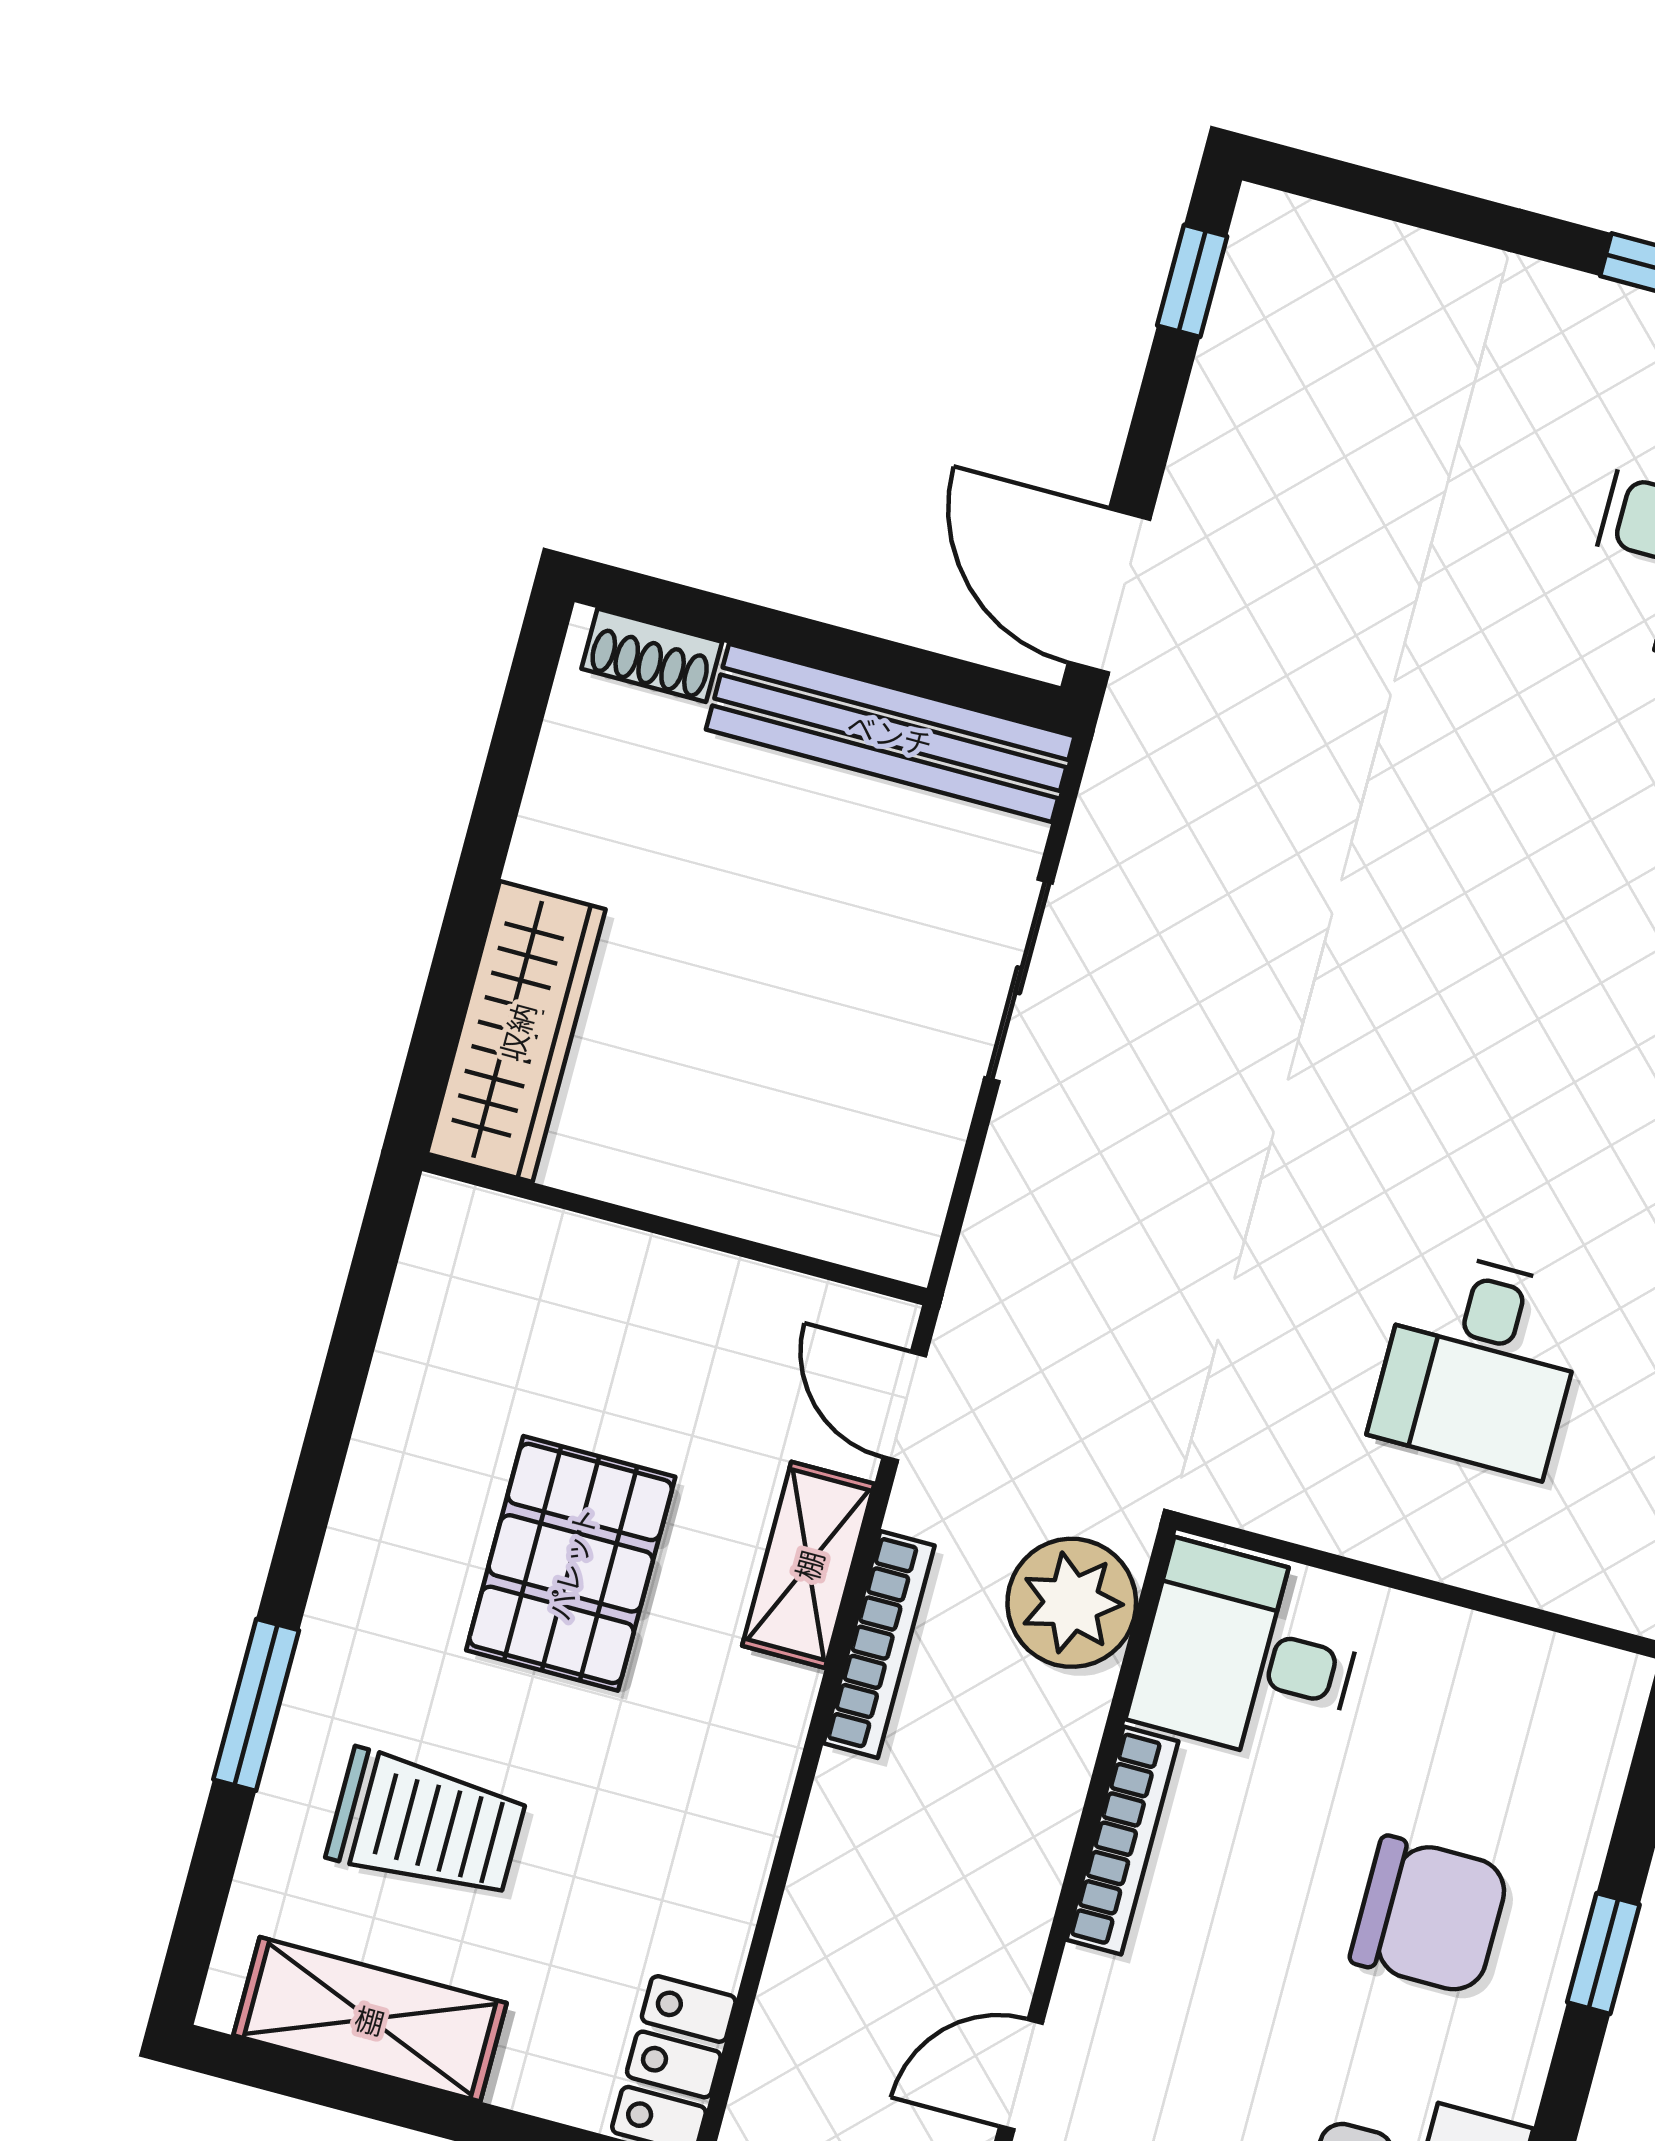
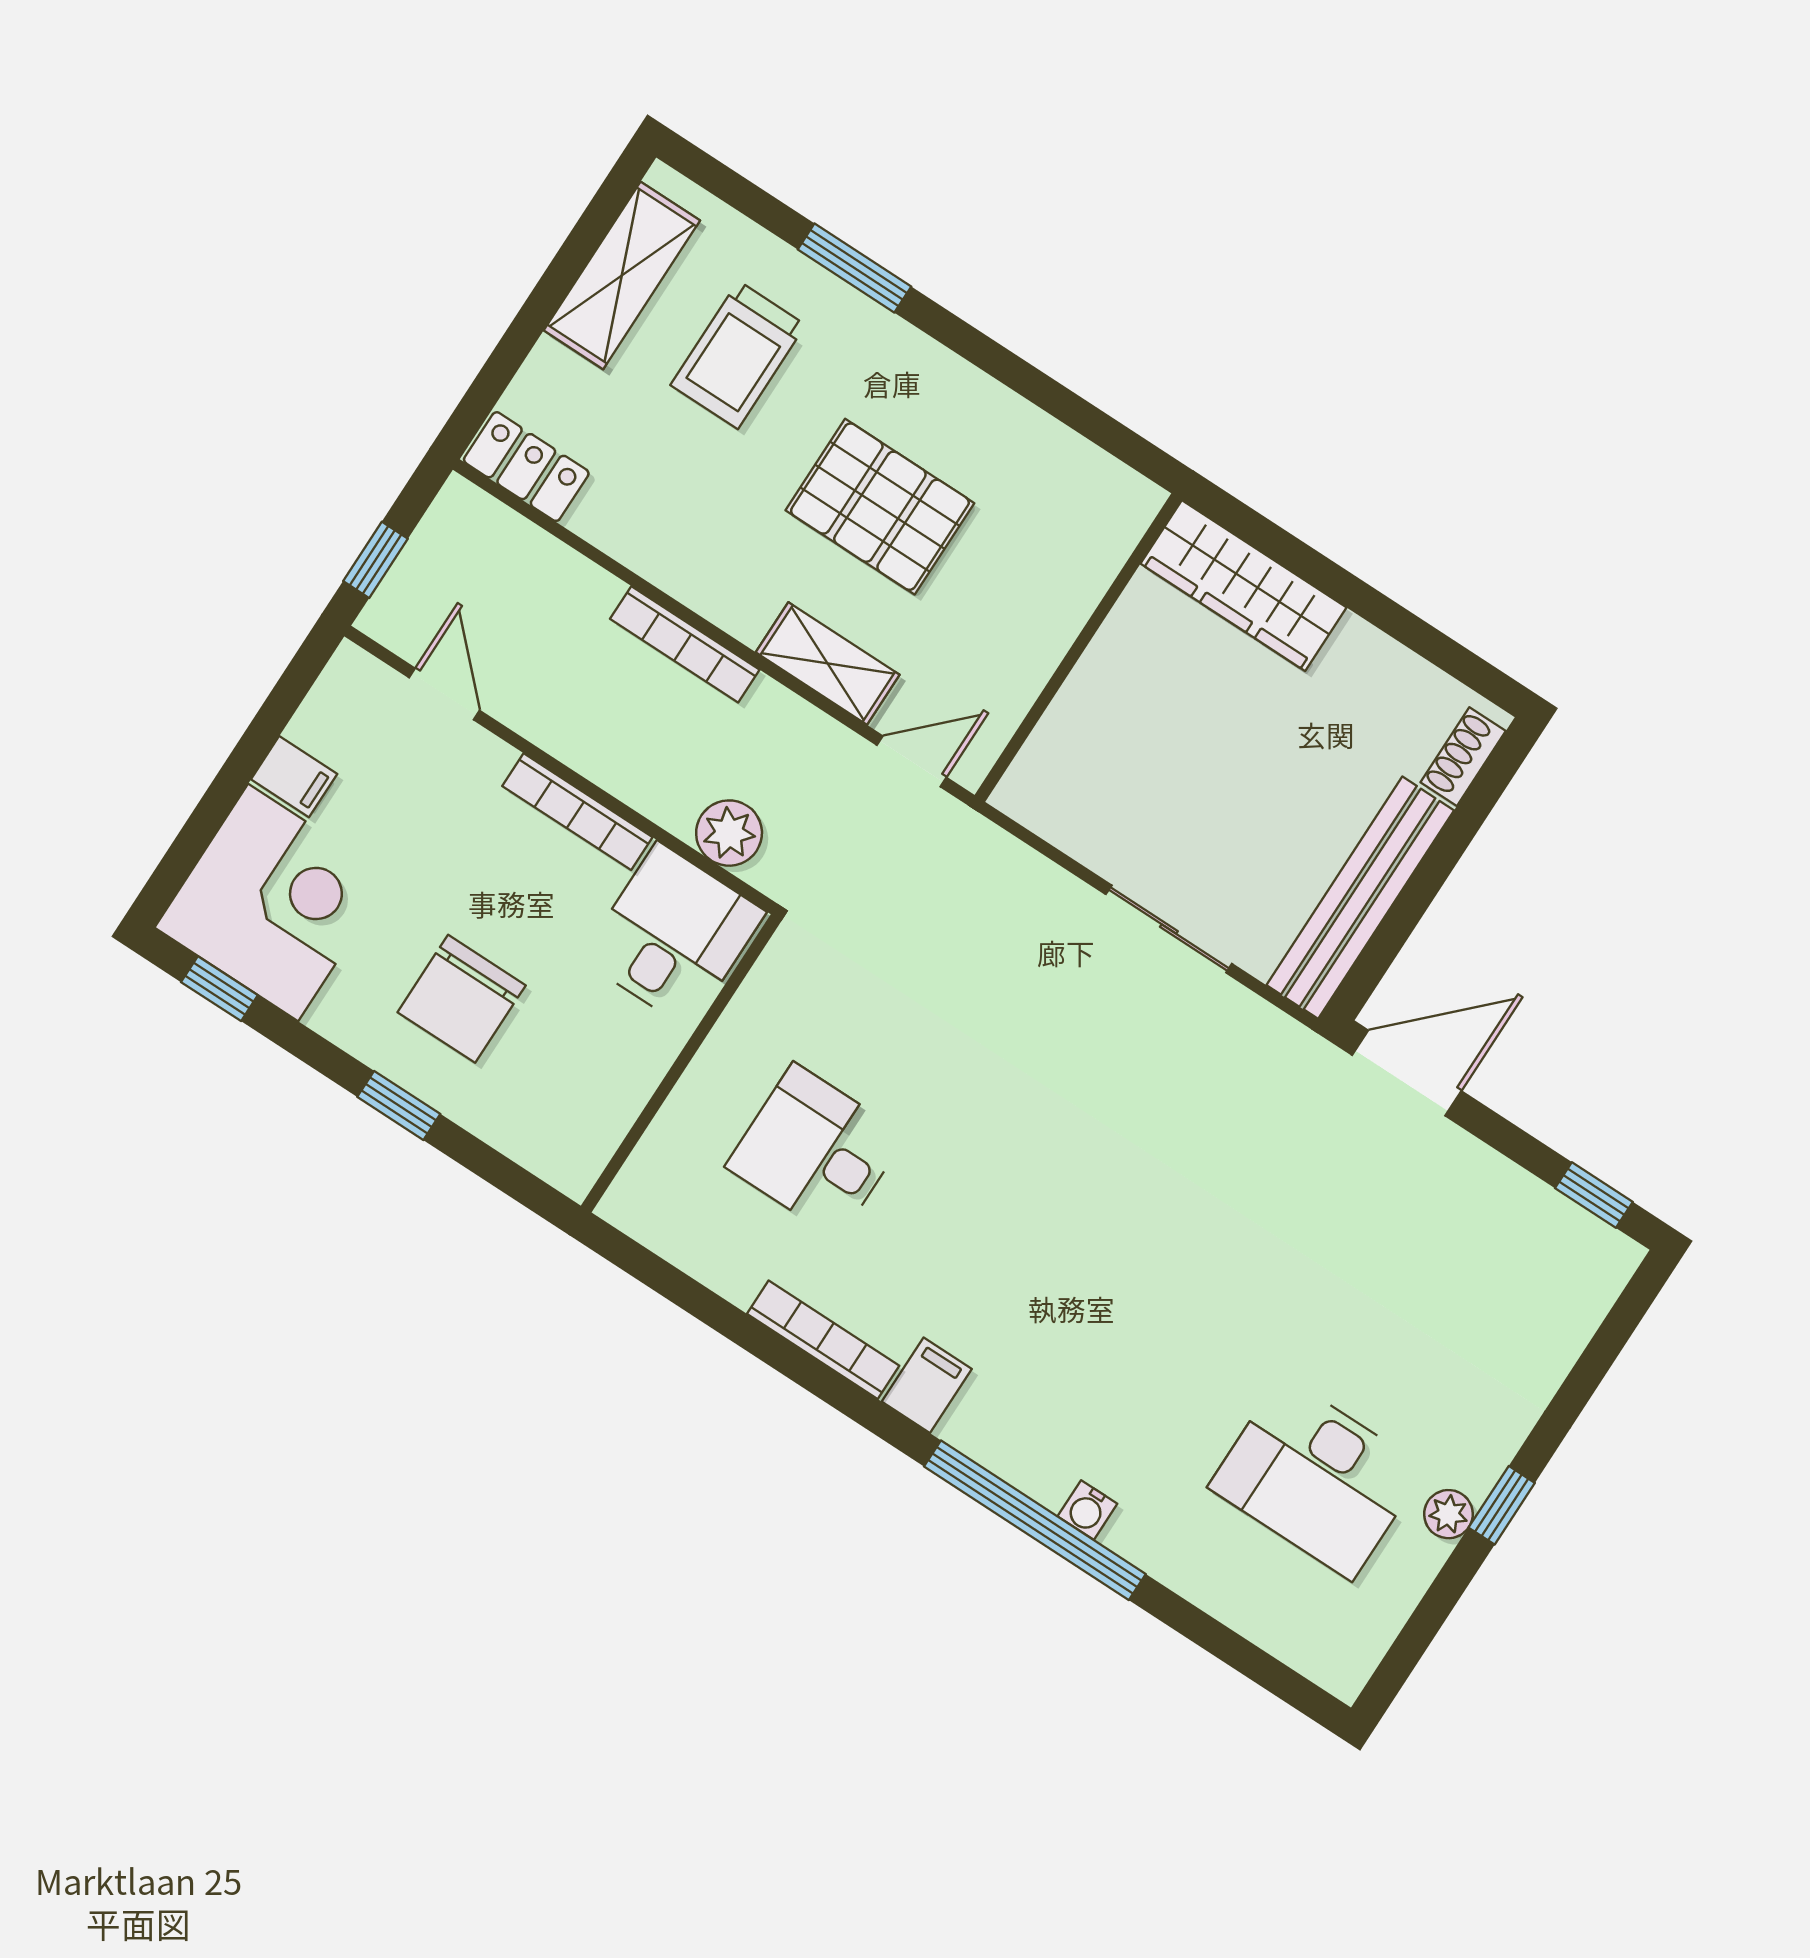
plant: (1072, 1603) -> (729, 833), width x0.73, depth x0.73
bookcase: (879, 1644) -> (685, 644), moved

